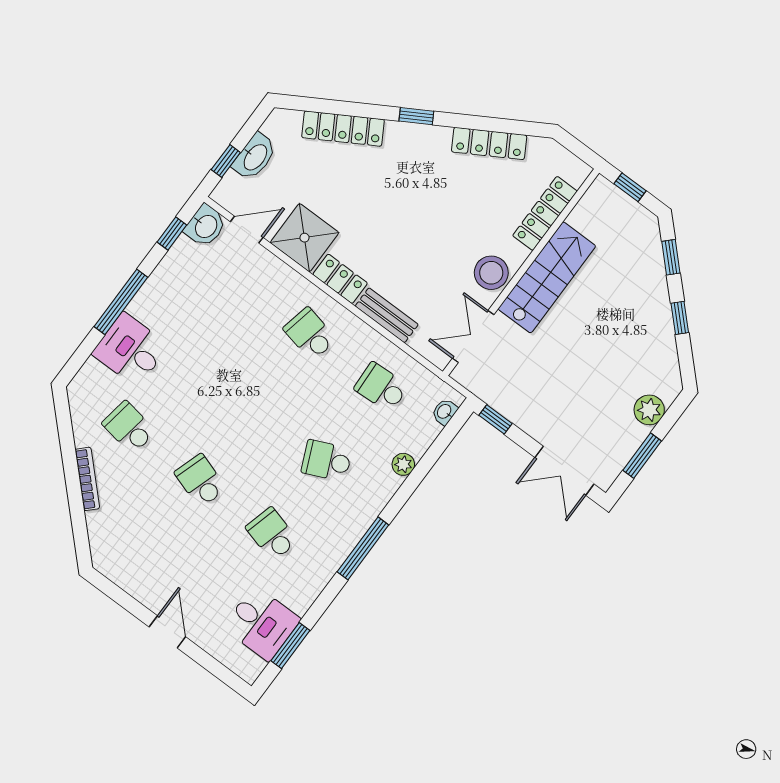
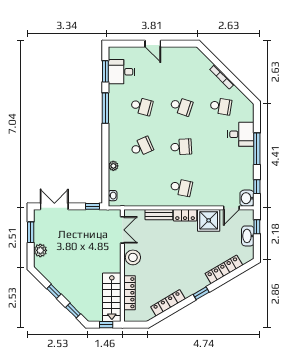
stairs: (547, 277) -> (112, 297), moved
school desk: (381, 387) -> (181, 147), moved
window: (363, 548) -> (105, 108), moved

